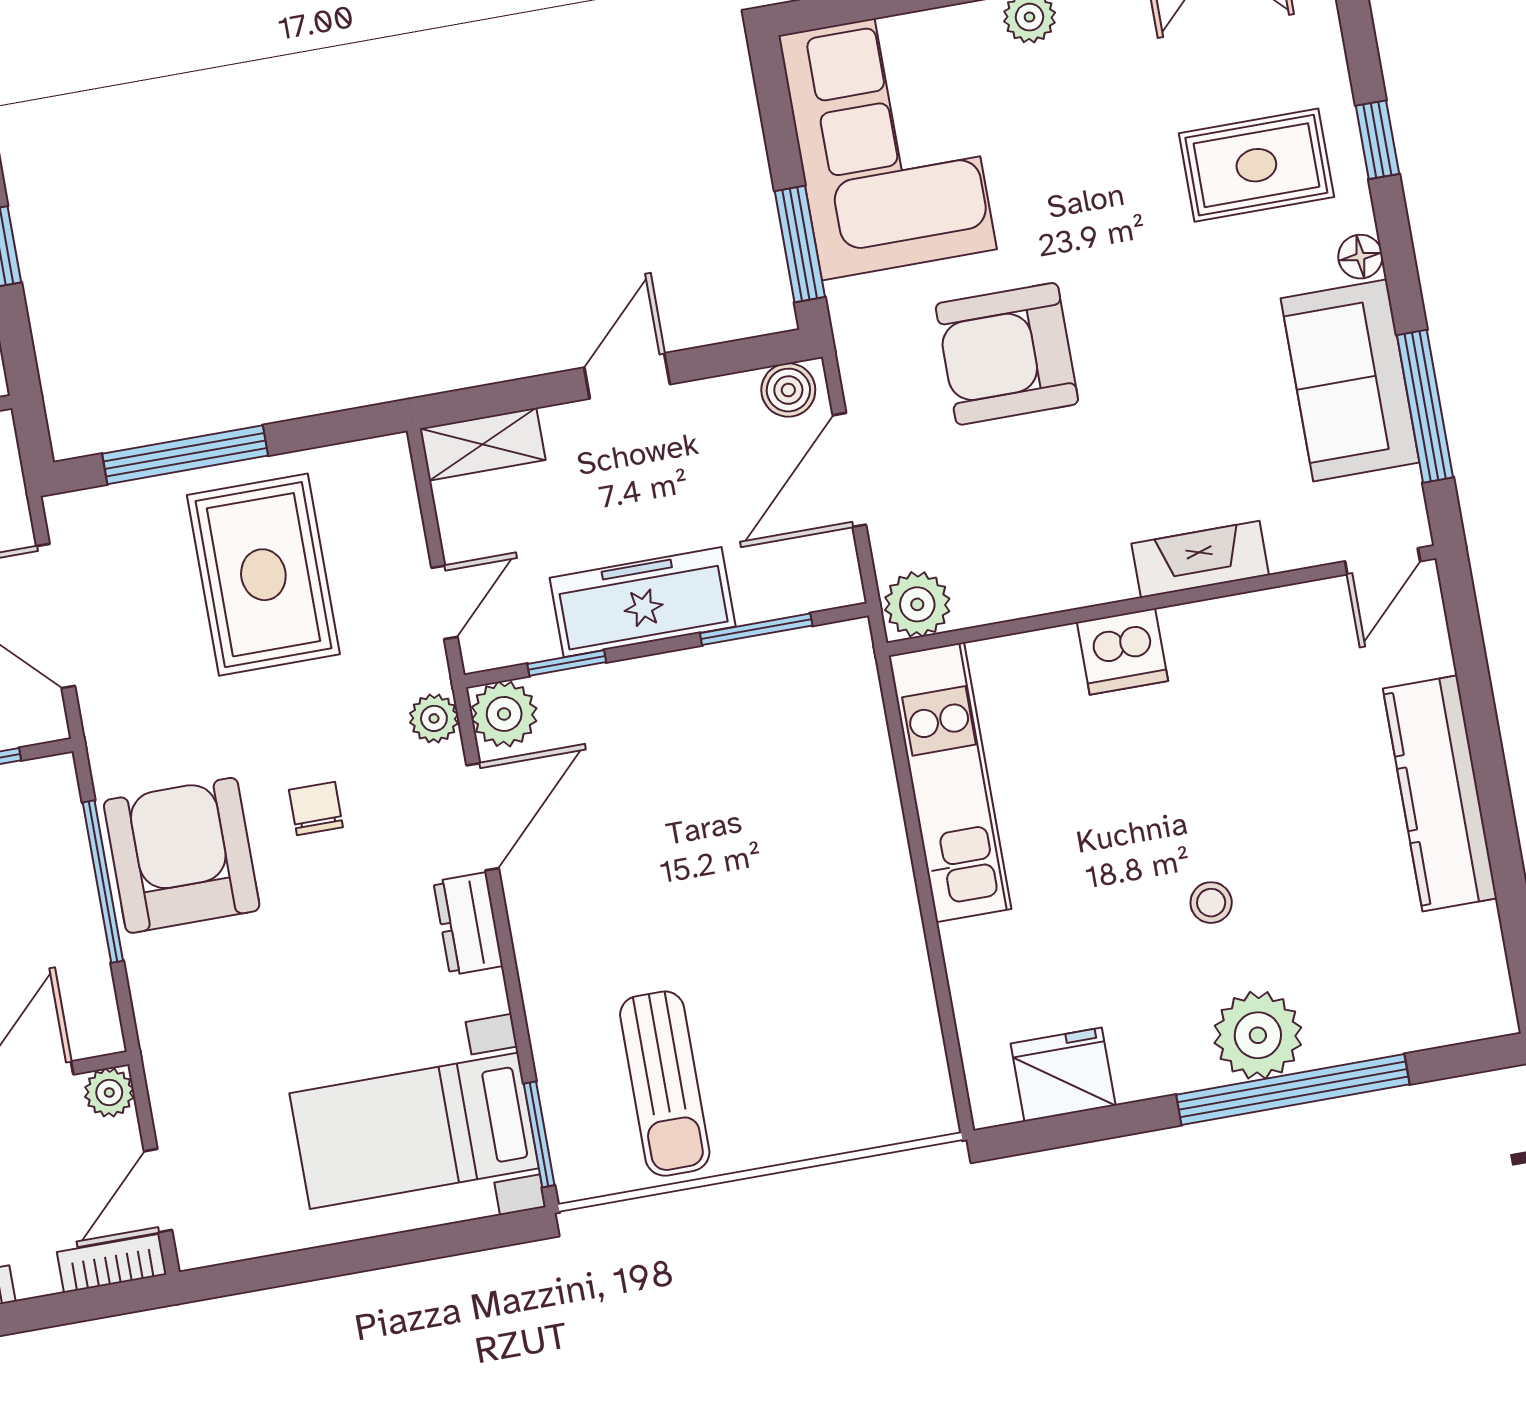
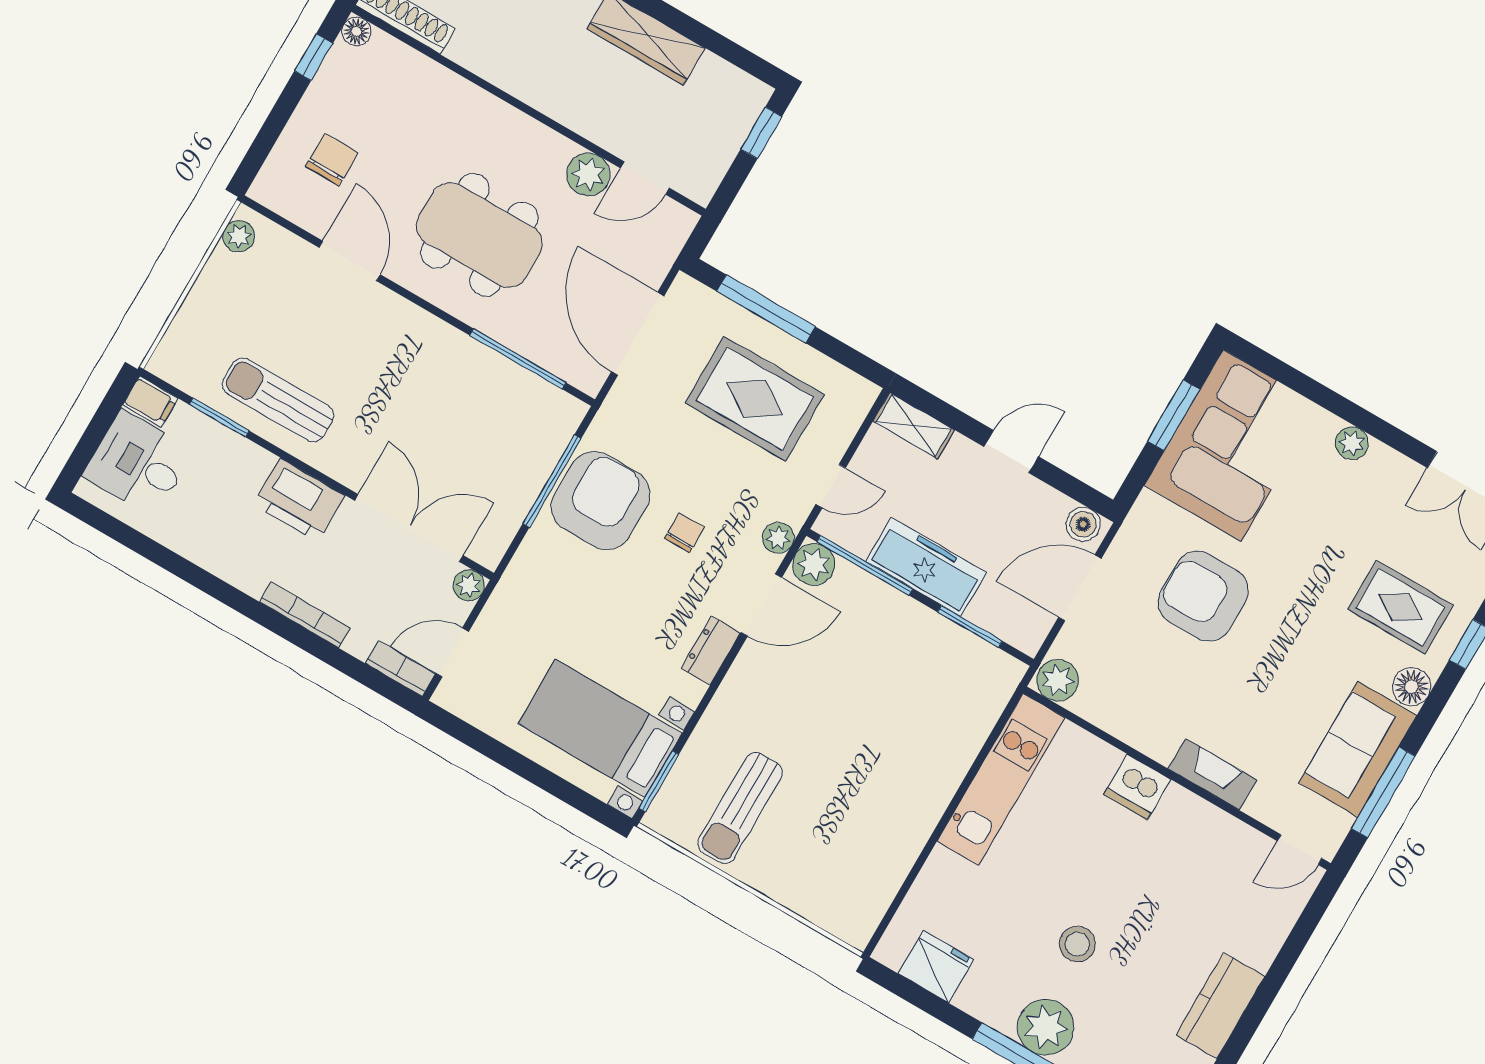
window: (800, 244) -> (1174, 415), moved
floor lamp: (1360, 257) -> (1411, 687), width x1.37, depth x1.37
rug: (263, 575) -> (755, 399), turned 90
window: (567, 663) -> (865, 565), width x2.17
kitchen counter: (1440, 793) -> (1220, 1006), width x0.67
stool: (1211, 903) -> (1077, 944), width x1.37, depth x1.37

